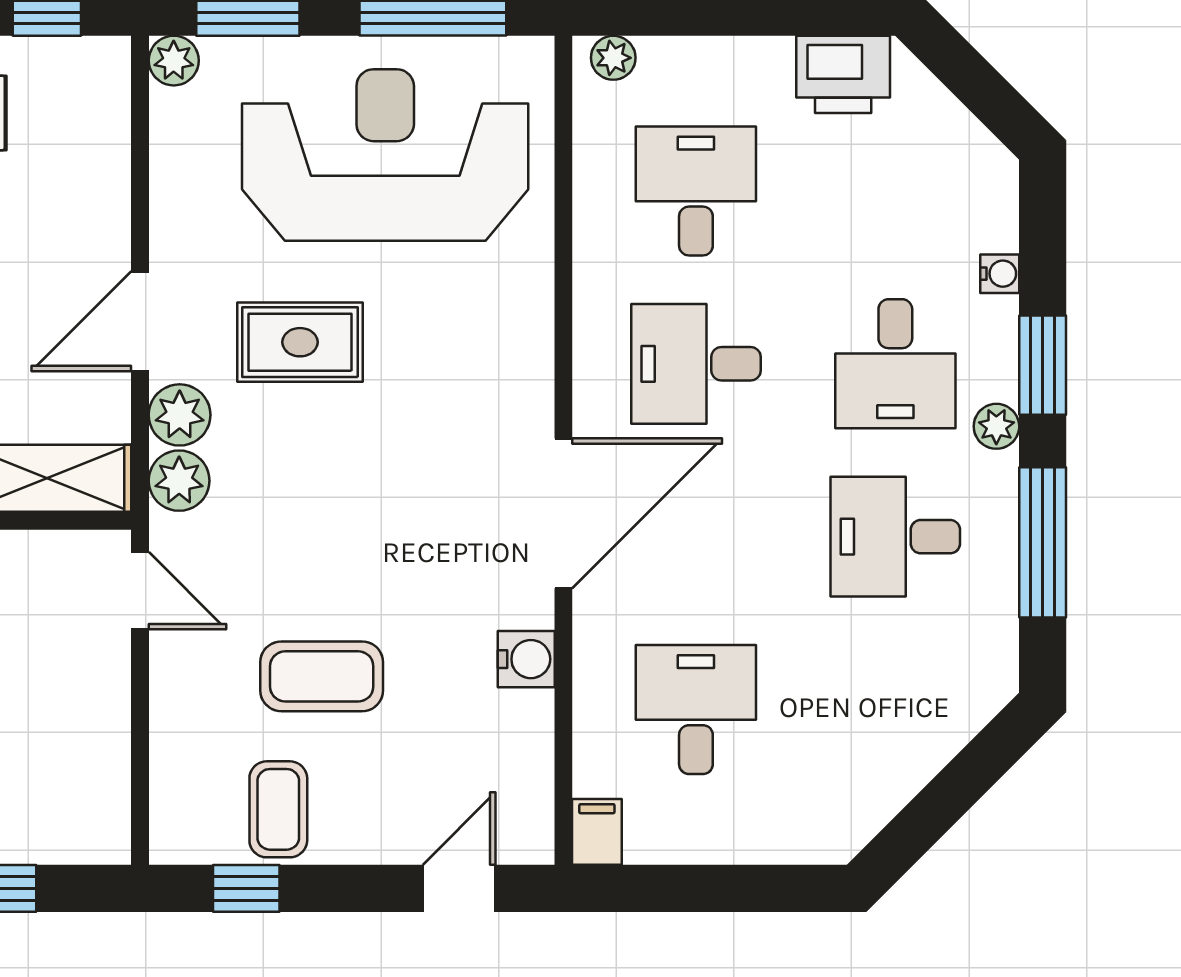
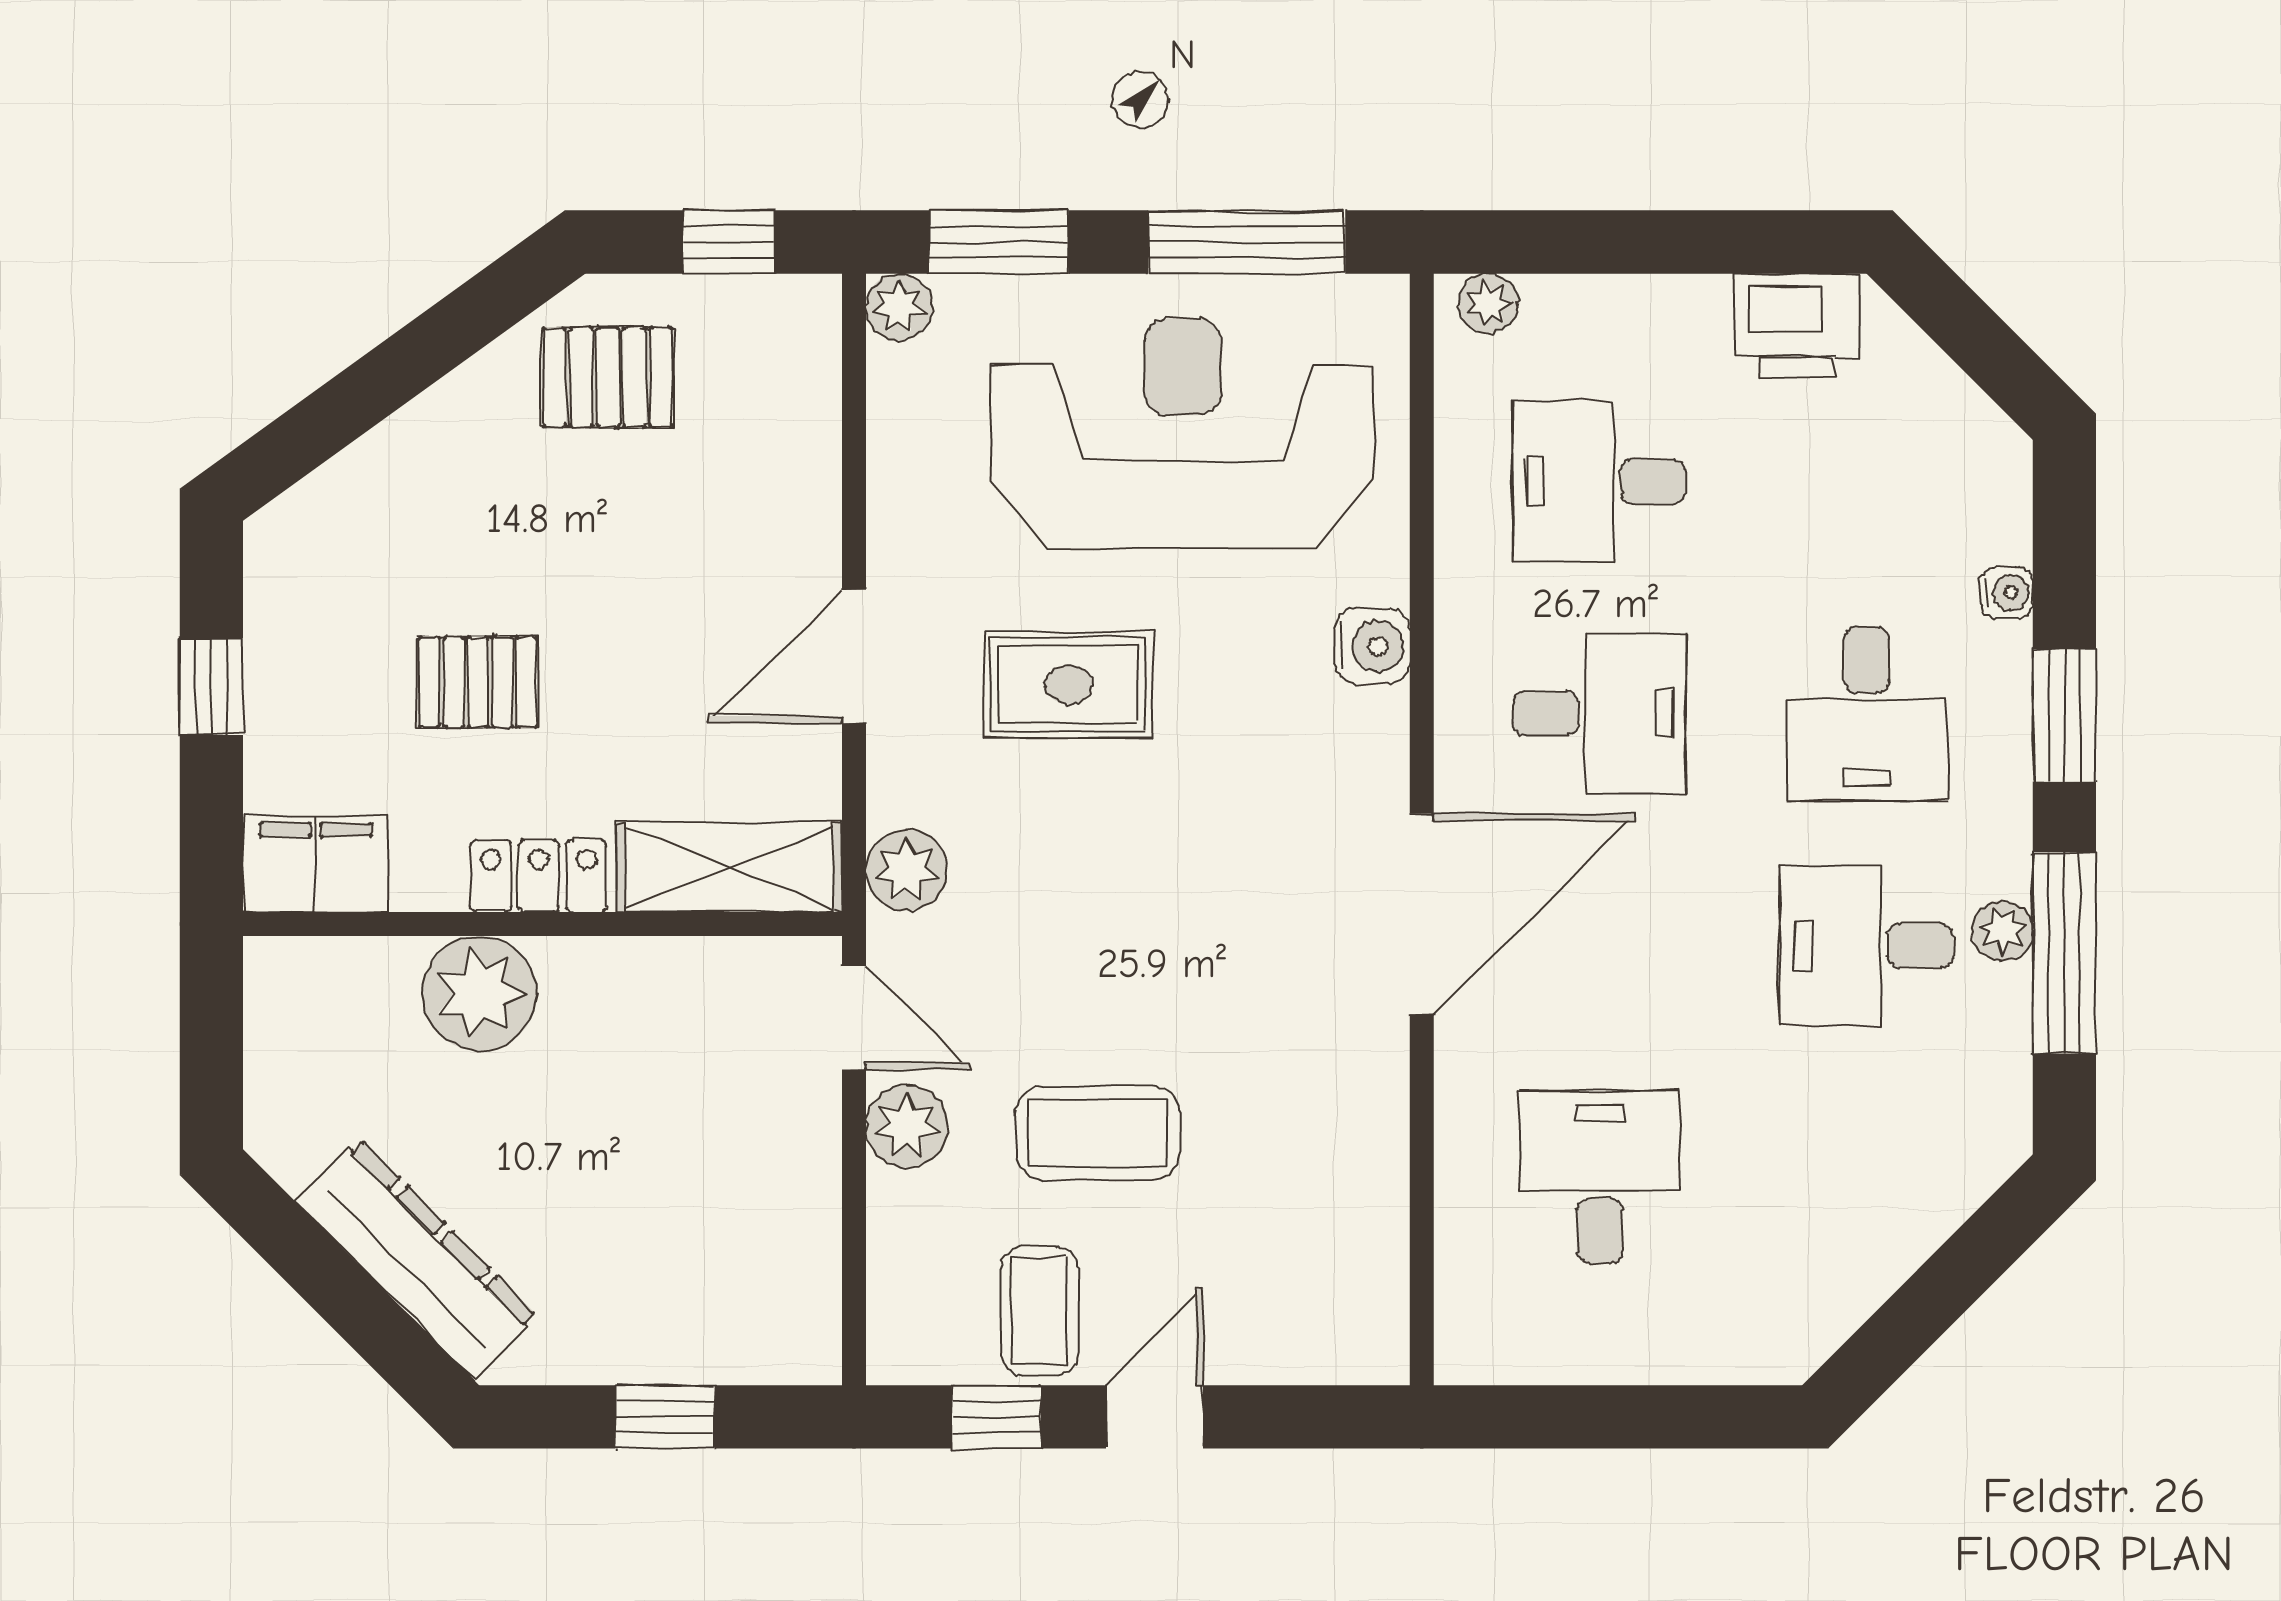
desk: (696, 191) -> (1599, 482), turned -90
desk: (696, 364) -> (1599, 714), turned 180
plant: (180, 415) -> (907, 1126), moved
plant: (996, 426) -> (2002, 931), moved
water cooler: (526, 659) -> (1372, 646), moved
filing cabinet: (597, 832) -> (1467, 1341), removed
door: (459, 888) -> (1154, 1417), moved

